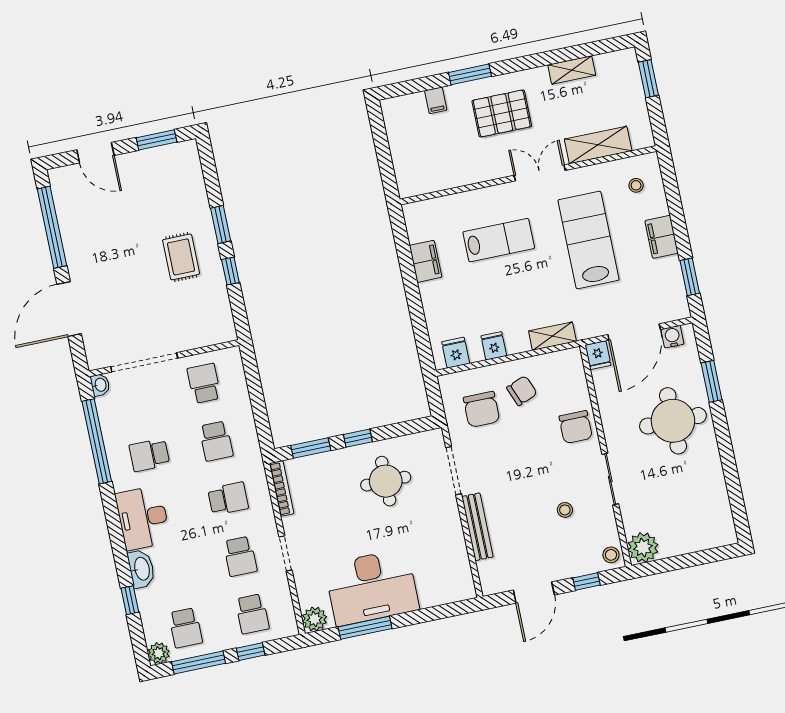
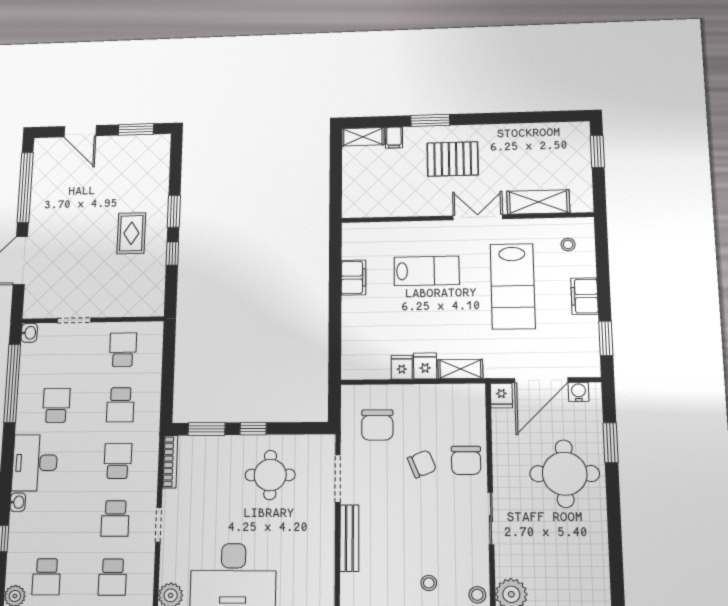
shelving: (572, 70) -> (363, 137), moved
lab bench: (589, 240) -> (513, 286), turned 180
fridge: (456, 353) -> (425, 366), moved
doorway: (144, 362) -> (74, 320), width x0.53
chair: (522, 391) -> (422, 464), moved
school desk: (149, 455) -> (56, 405), turned 90
school desk: (228, 499) -> (118, 461), turned -90
stool: (565, 510) -> (429, 583), moved
washbasin: (141, 569) -> (18, 502), width x0.52, depth x0.69

